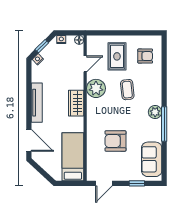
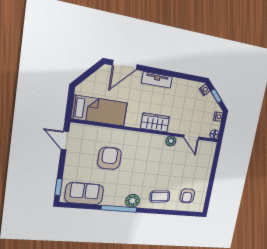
rug: (117, 56) -> (192, 169), removed
plant: (96, 88) -> (171, 141), width x0.53, depth x0.53
coffee table: (127, 90) -> (160, 196), moved
tv unit: (37, 103) -> (157, 80), width x0.71
window: (137, 183) -> (59, 187), moved

